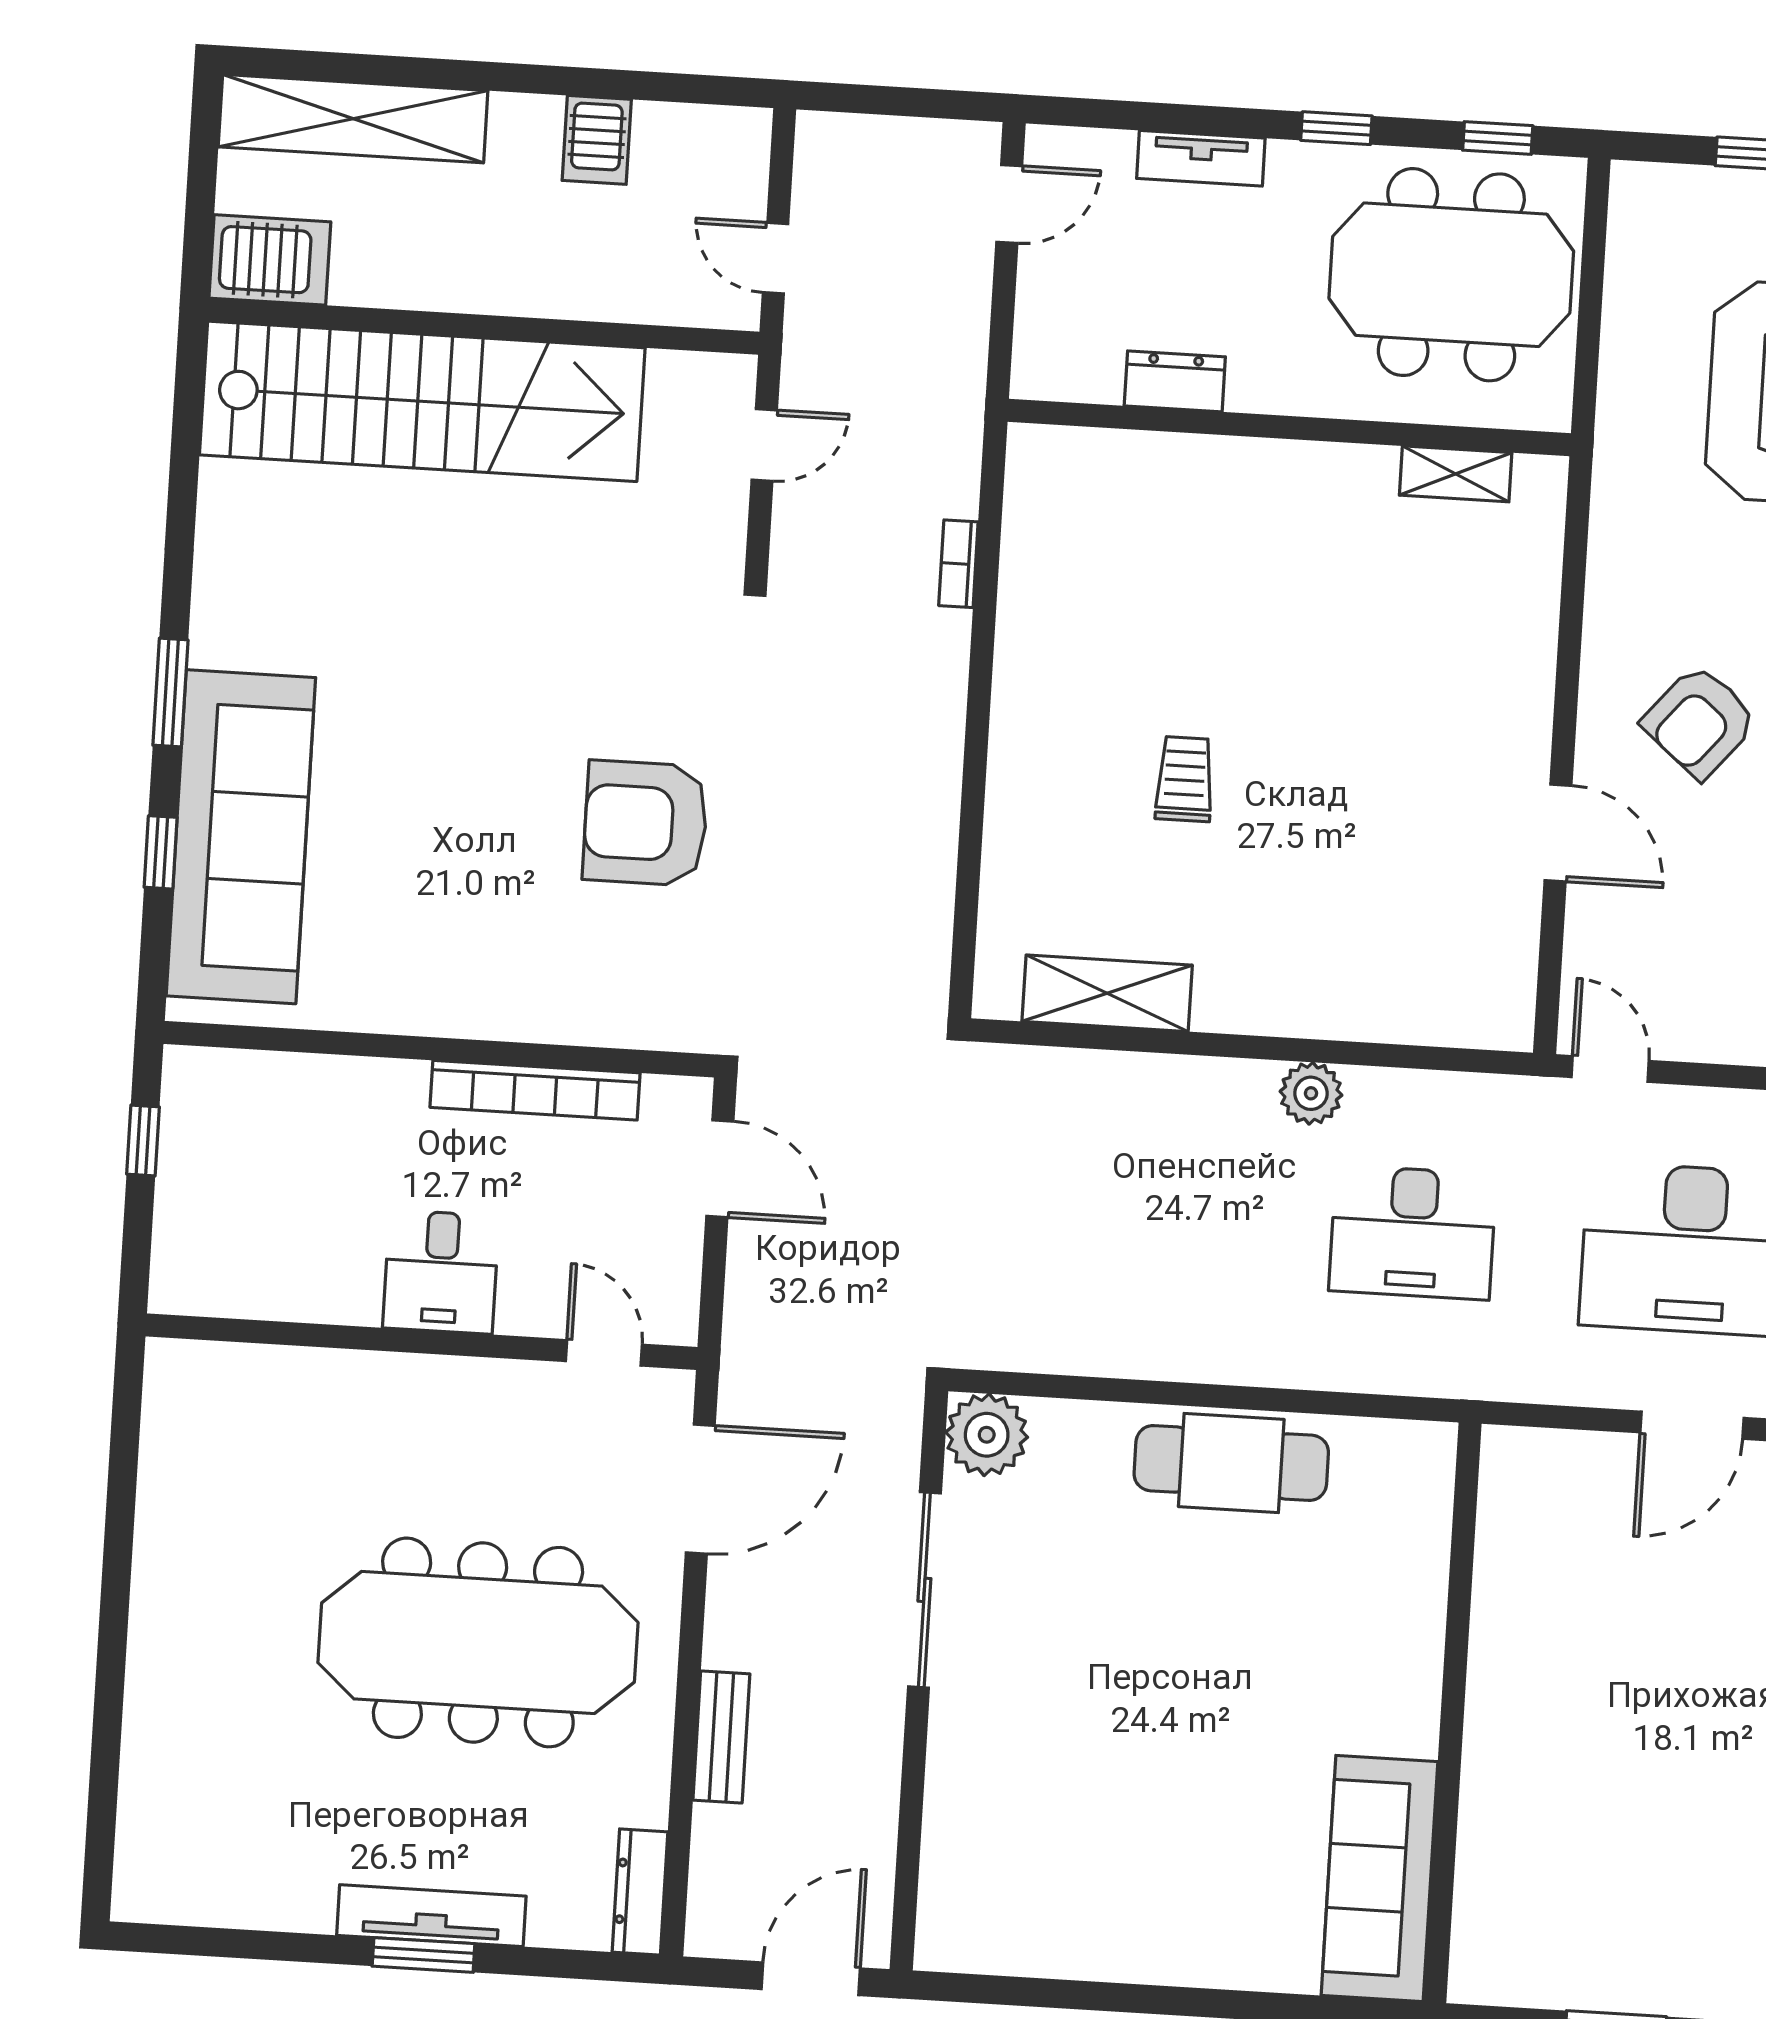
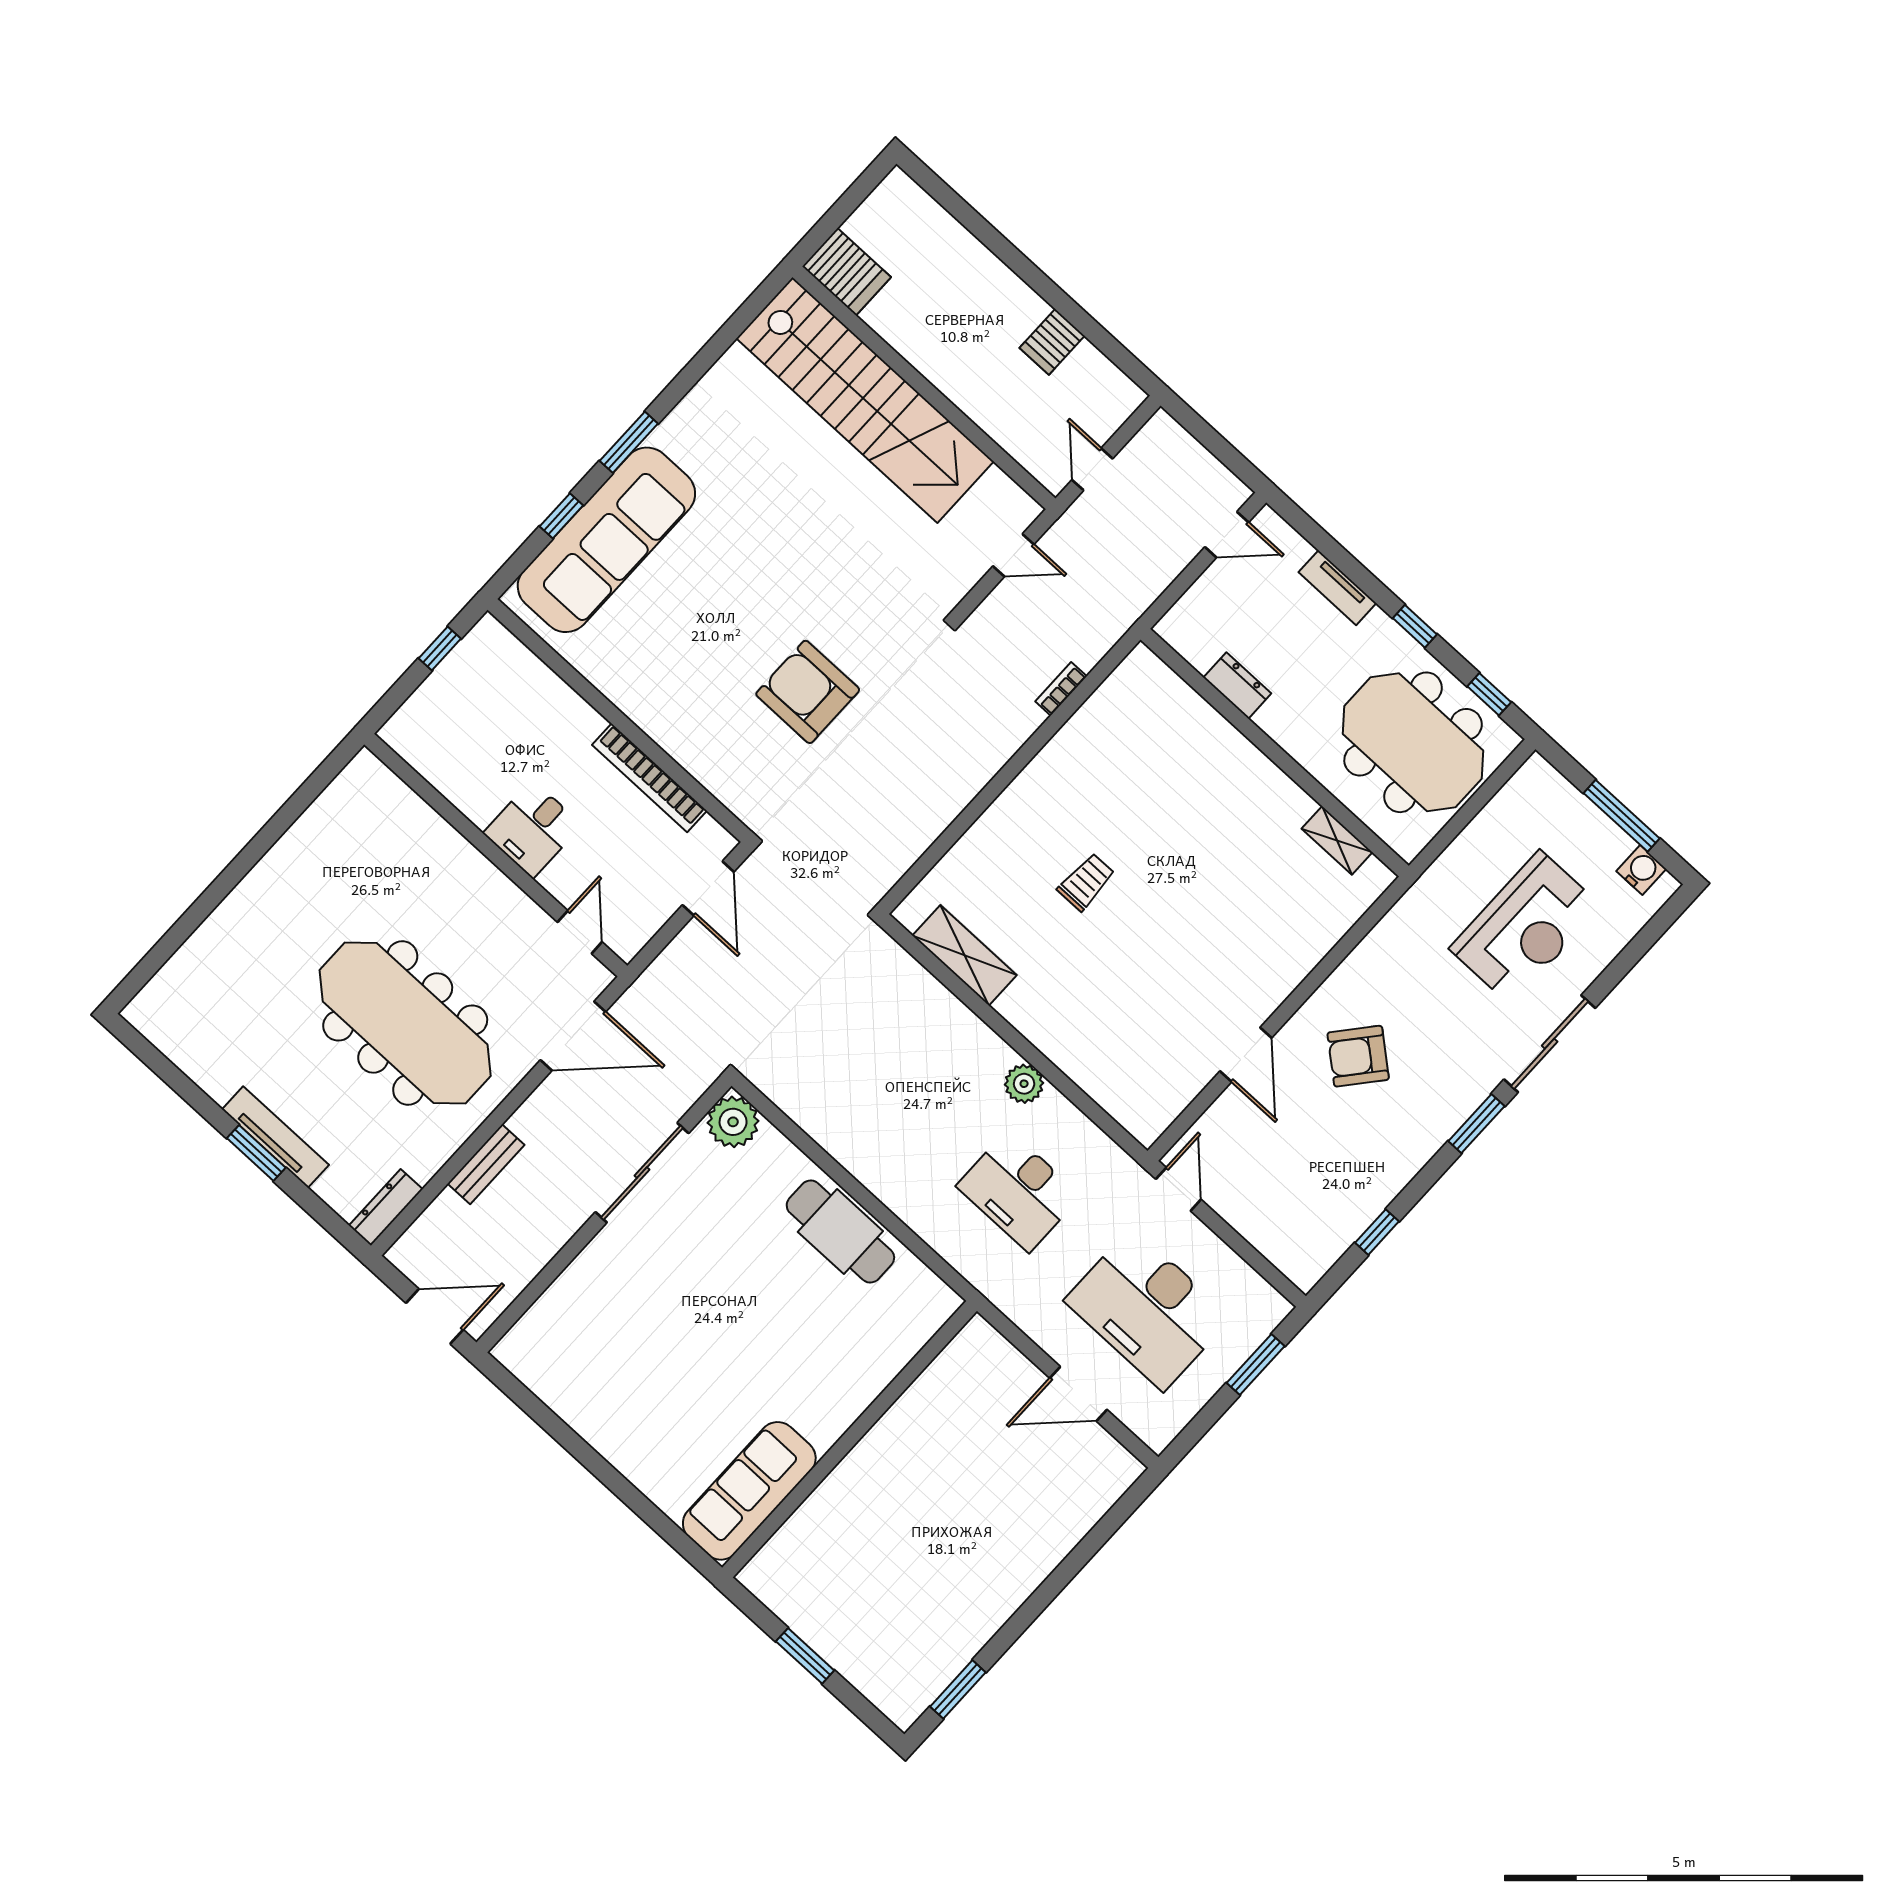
shelving: (353, 119) -> (942, 236), removed

